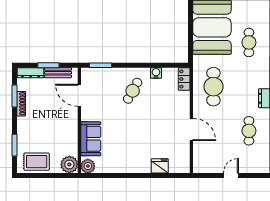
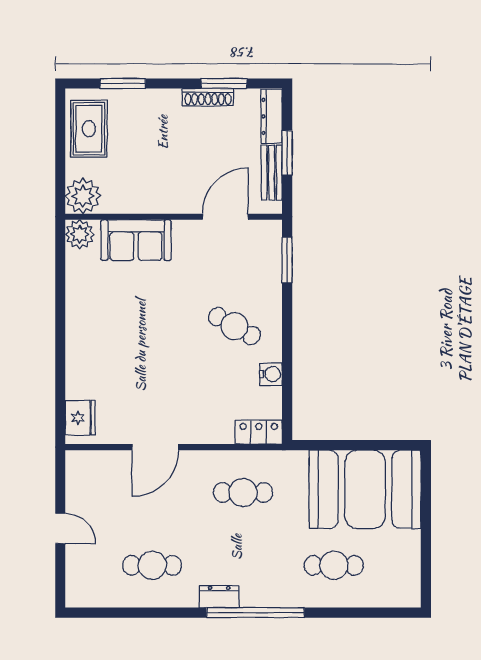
cafe table: (213, 87) -> (243, 492), width x0.73, depth x0.74
fridge: (160, 166) -> (80, 418), moved

